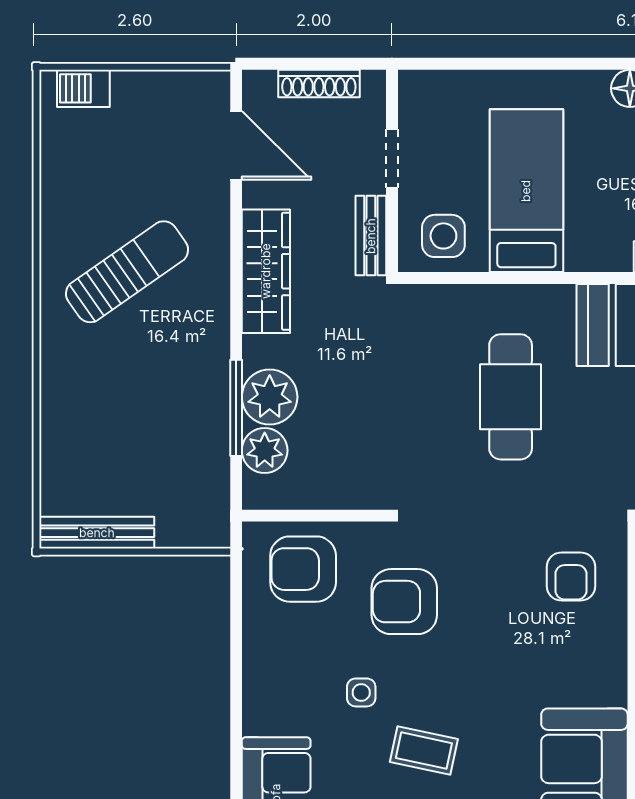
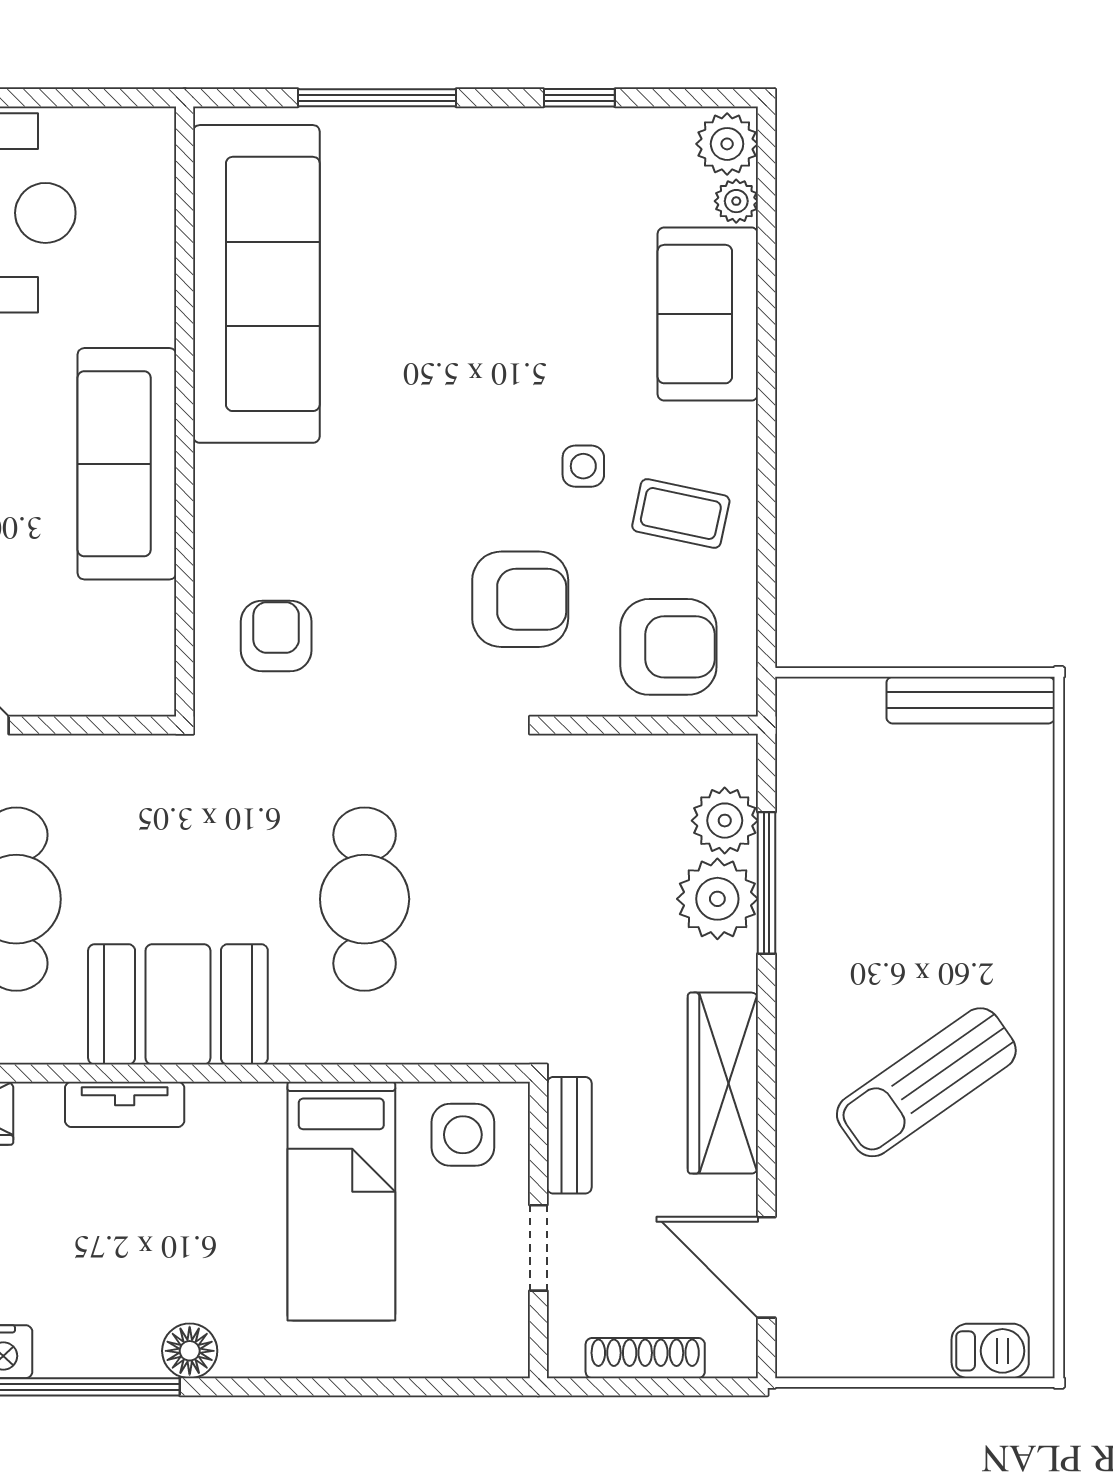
coffee table: (424, 751) -> (681, 513), moved

